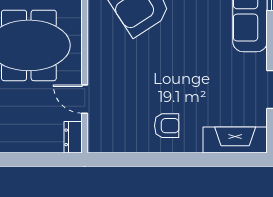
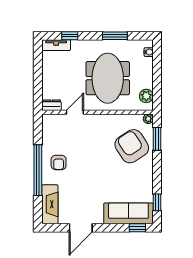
window: (179, 160) -> (38, 170), added

